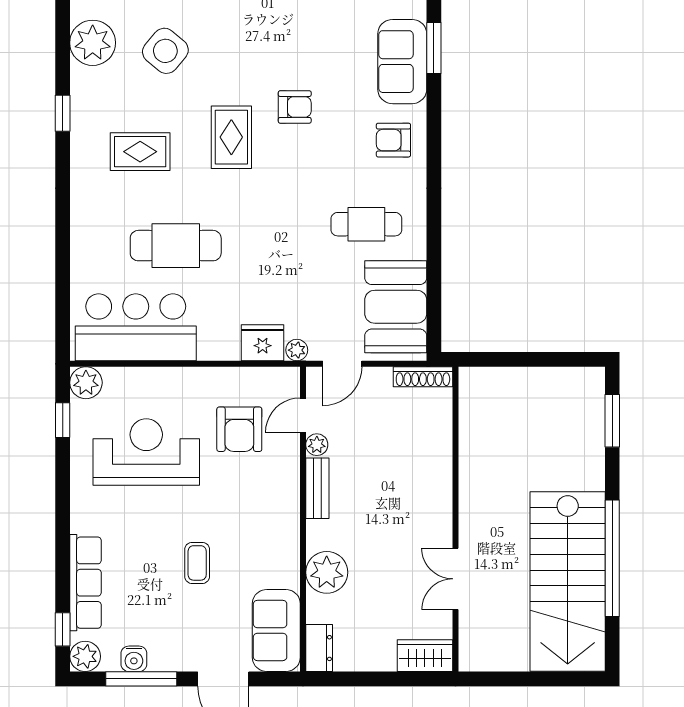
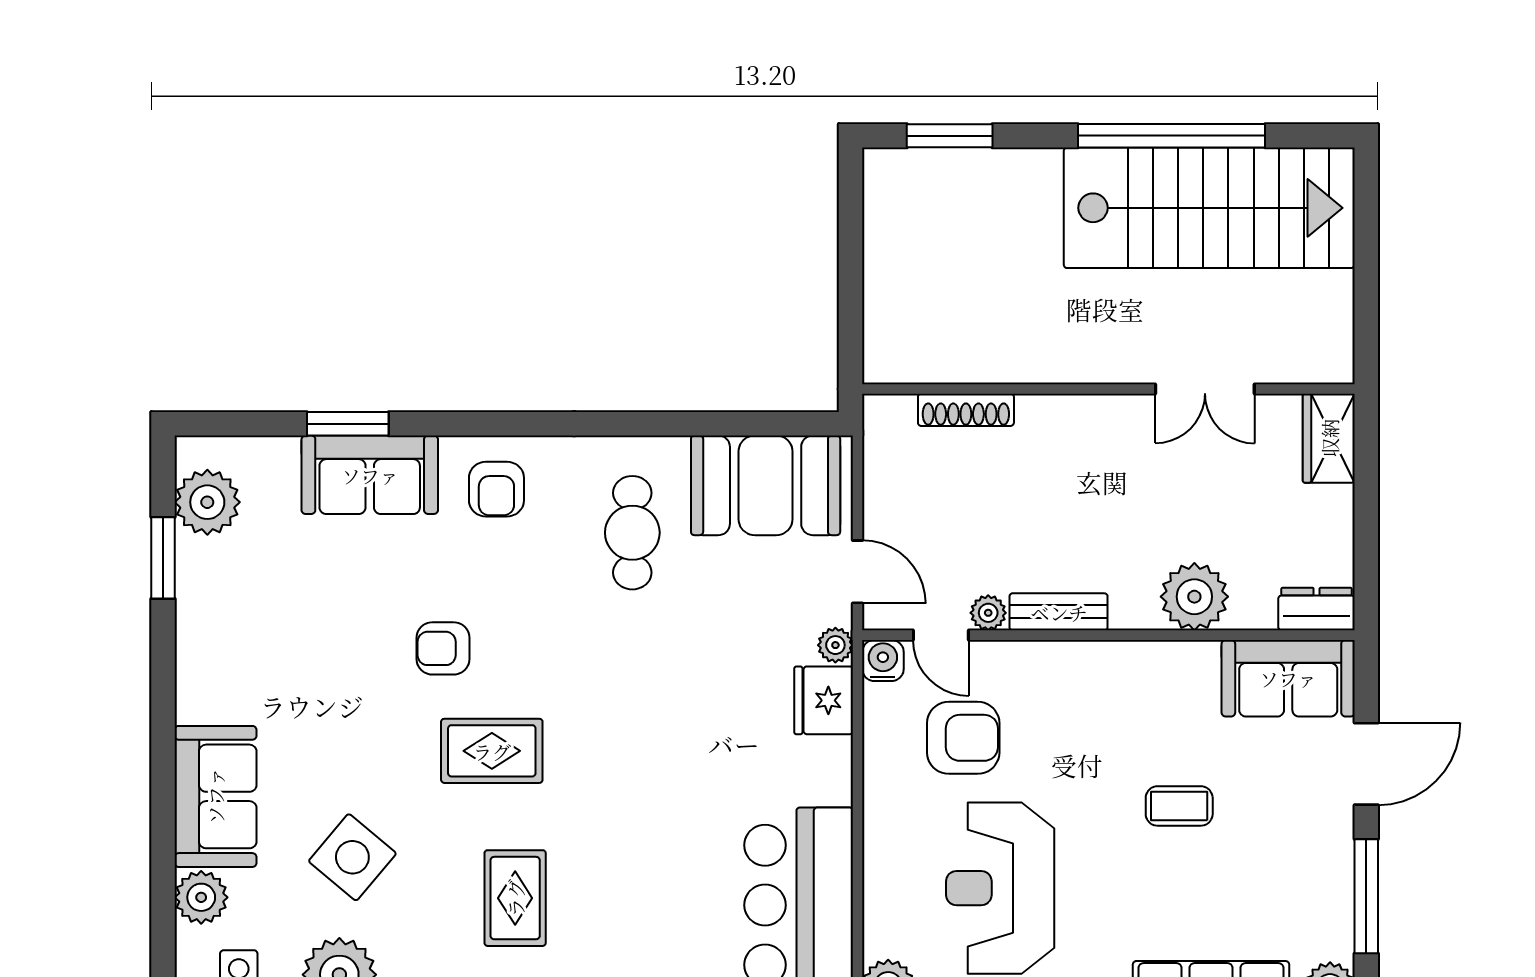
armchair: (295, 107) -> (443, 648), turned -90
cafe table: (176, 246) -> (667, 841), removed
shoe rack: (423, 377) -> (966, 410), moved, turned 90
water cooler: (134, 659) -> (883, 660), moved, turned -90

